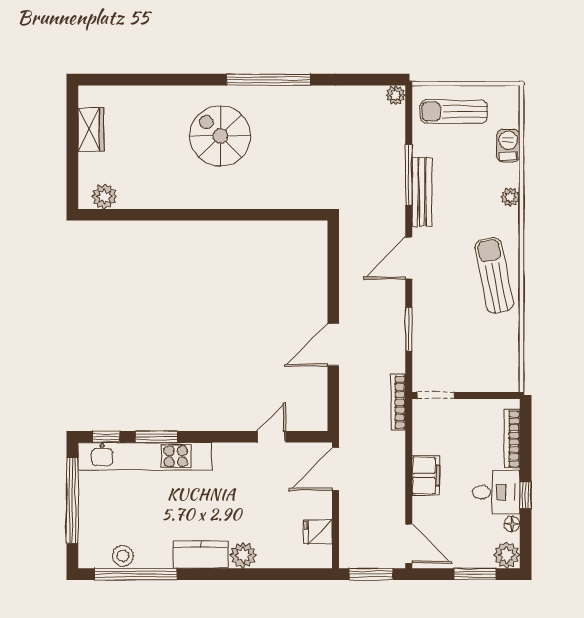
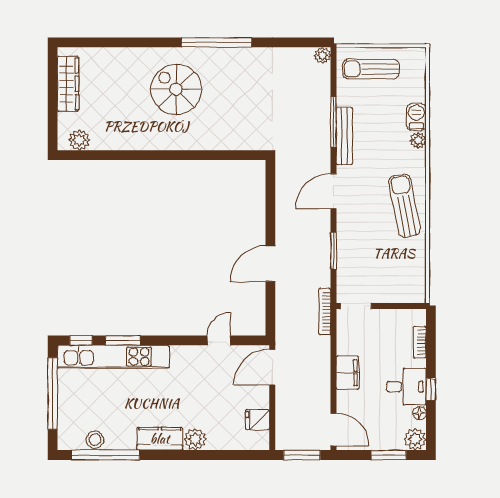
wardrobe: (91, 129) -> (68, 84), width x1.50
barbecue: (508, 145) -> (416, 117), moved
bookcase: (512, 439) -> (420, 342), width x0.64

